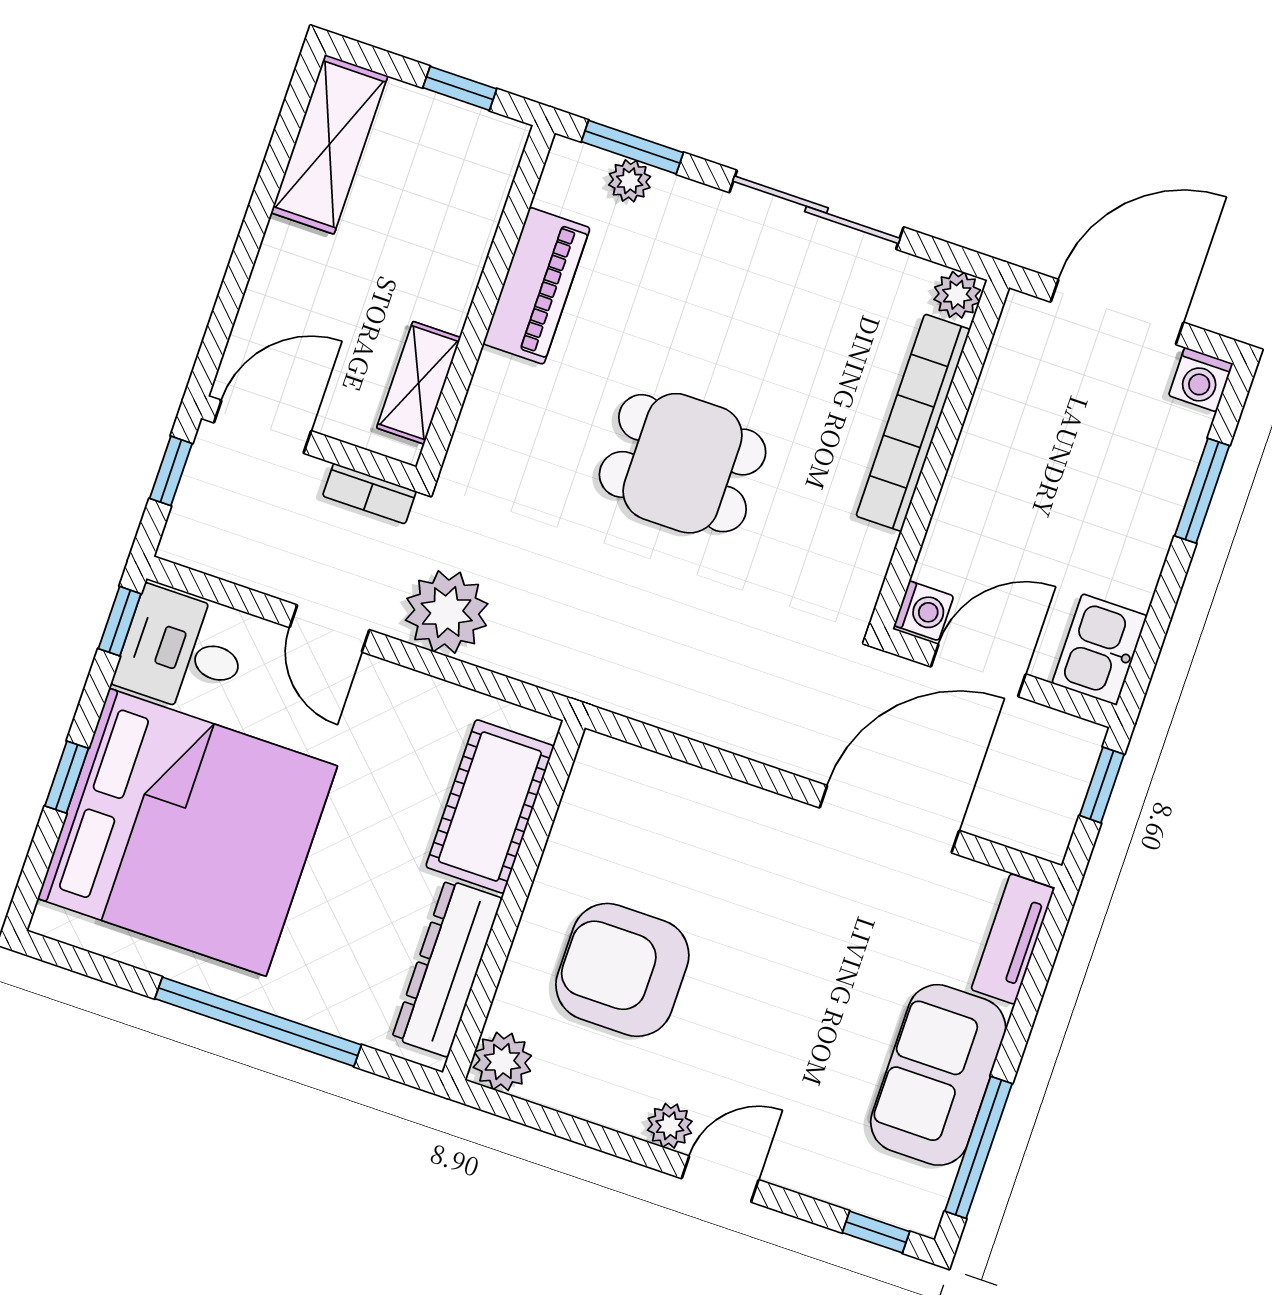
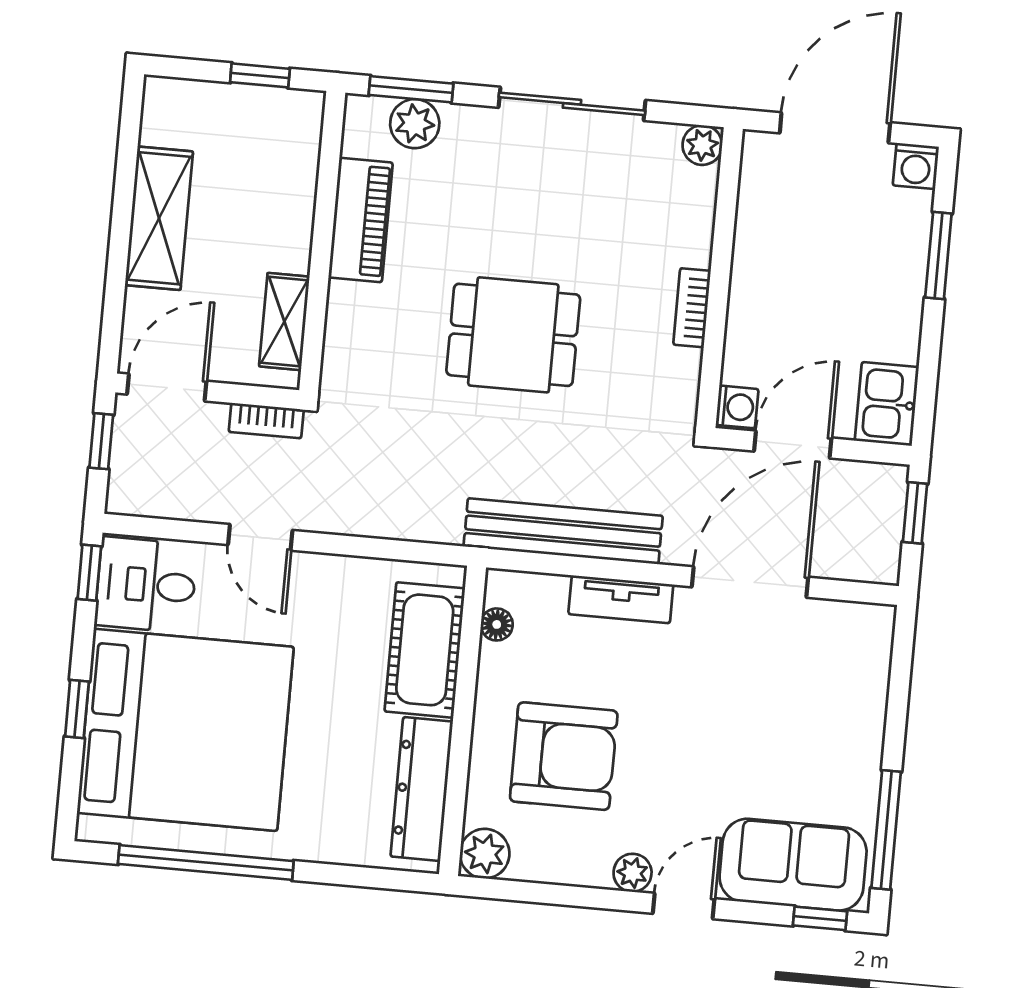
shelving: (329, 144) -> (159, 218), moved
plant: (630, 181) -> (415, 124), width x1.38, depth x1.38
bookcase: (913, 423) -> (692, 308), width x0.43, depth x0.76
plant: (447, 612) -> (352, 501), removed
bench: (685, 707) -> (563, 531), added
floor lamp: (581, 797) -> (497, 624), added
tv unit: (1013, 939) -> (621, 599), moved, turned -90
armchair: (622, 970) -> (564, 756), turned 180
window: (258, 1022) -> (206, 863), moved
sofa: (938, 1075) -> (793, 865), moved, turned 90

